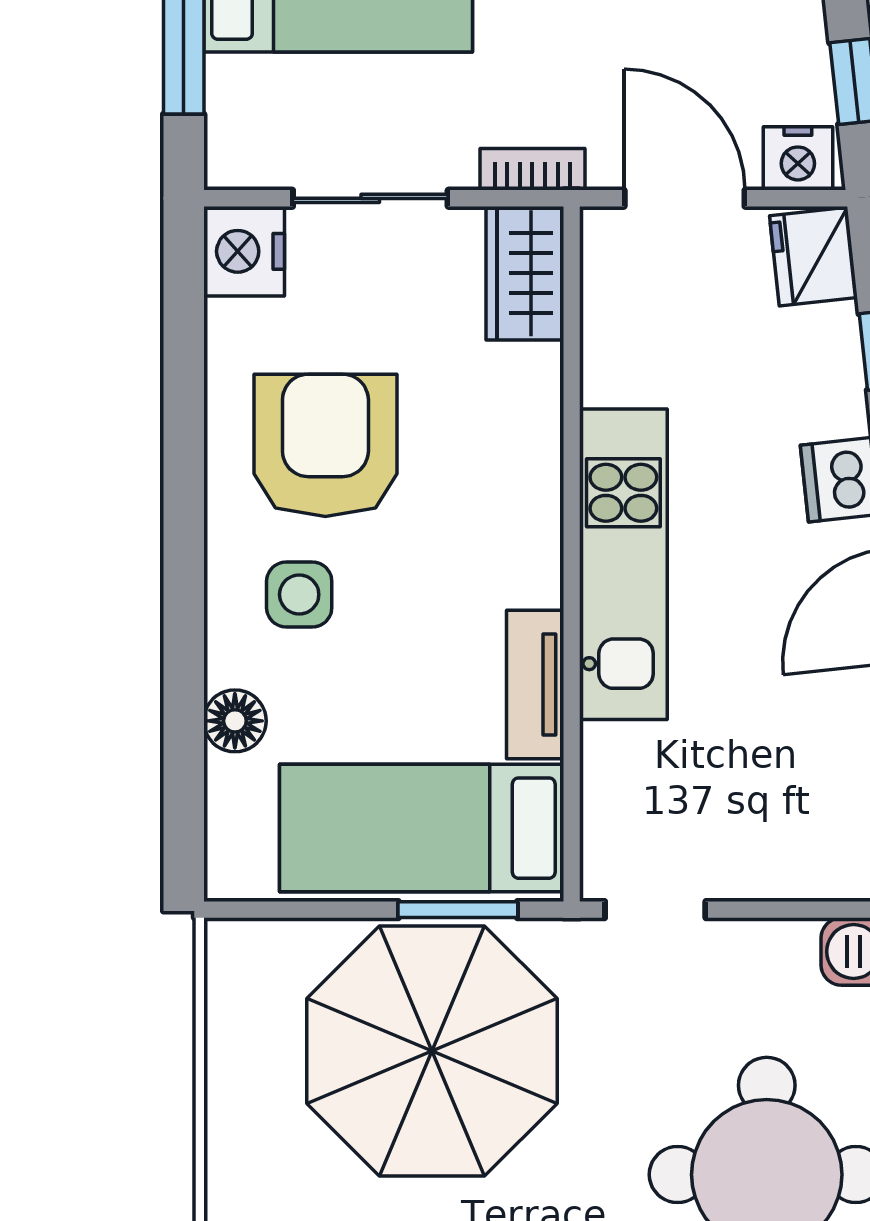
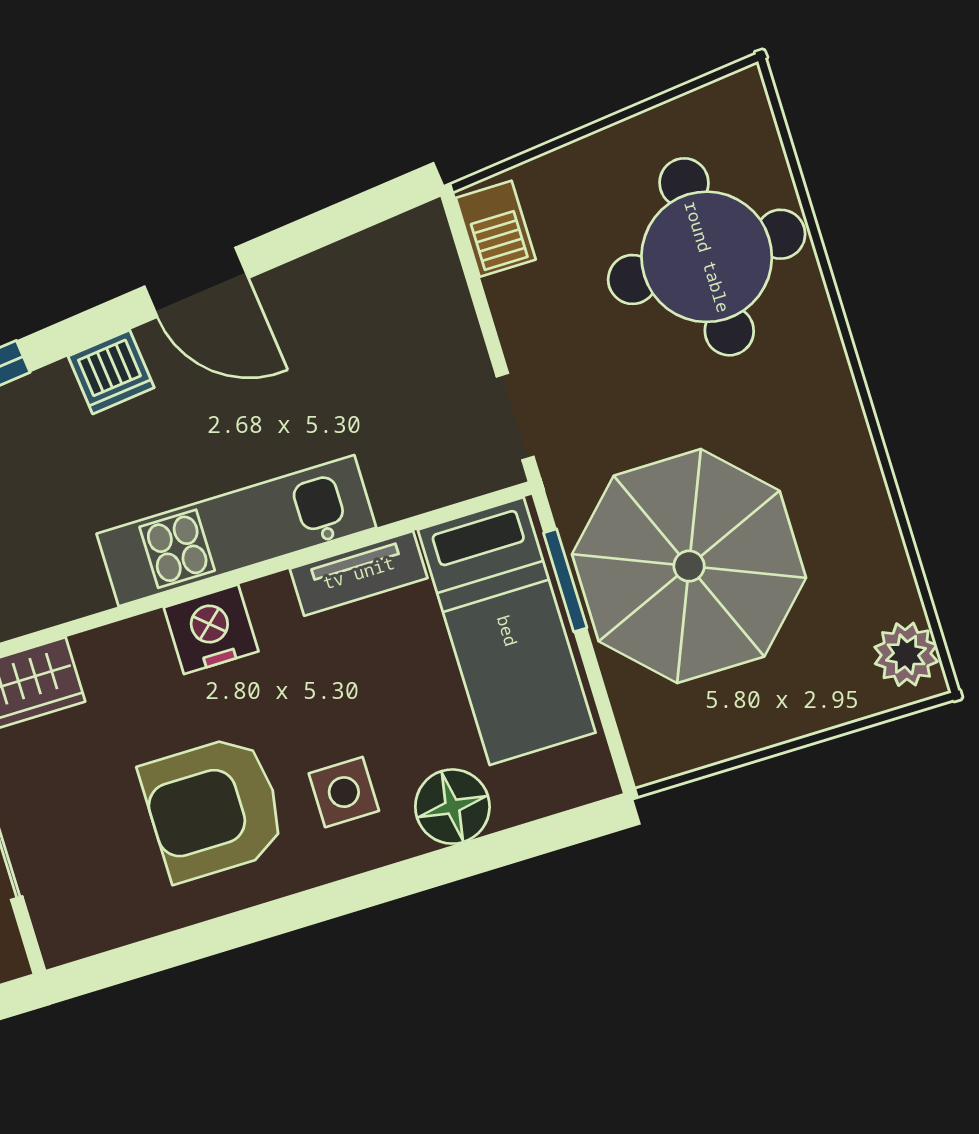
nightstand: (244, 251) -> (211, 629), moved, turned 180
floor lamp: (235, 721) -> (452, 807), width x1.38, depth x1.38

